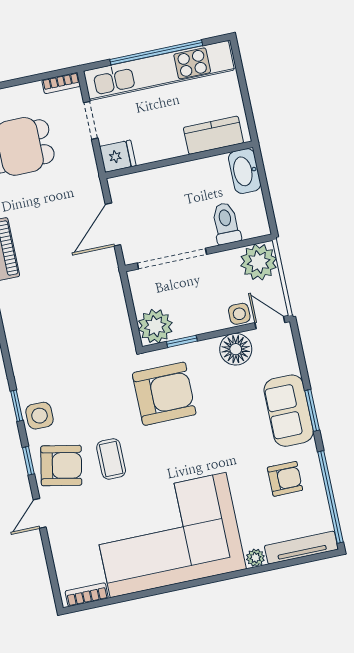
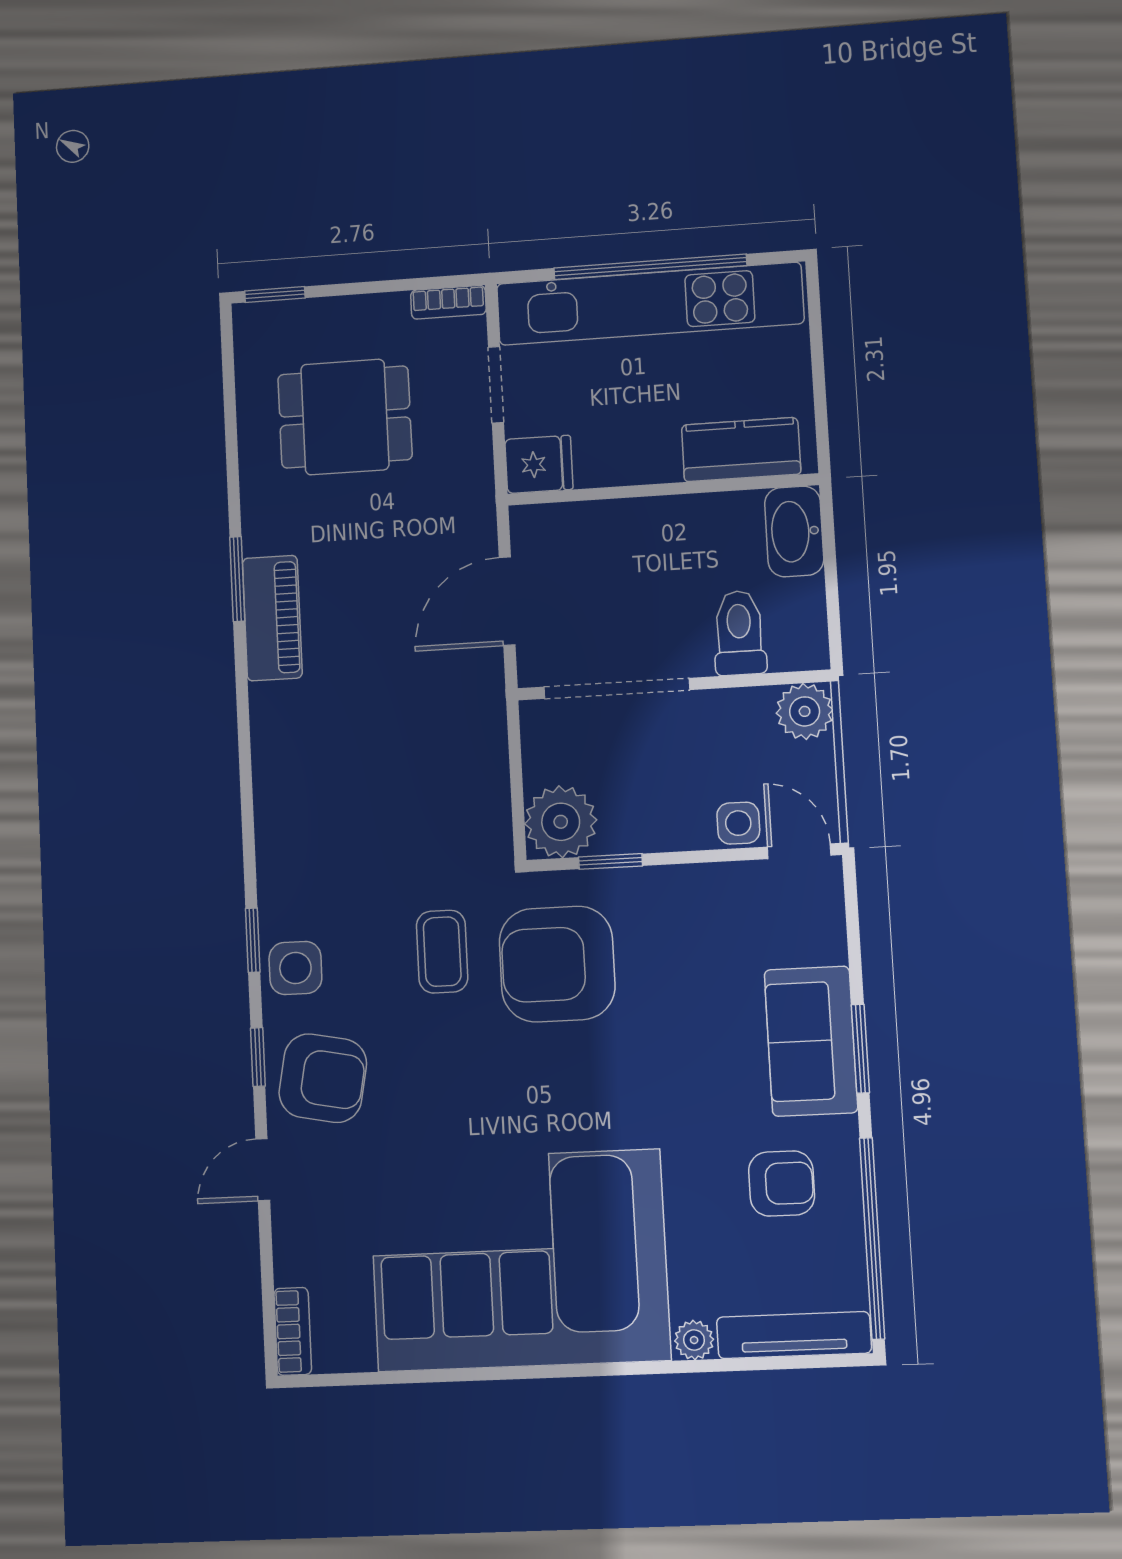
plant: (259, 262) -> (805, 711), width x0.73, depth x0.73
floor lamp: (236, 349) -> (720, 895), removed
armchair: (164, 394) -> (557, 964), turned 180
coffee table: (111, 459) -> (442, 952), moved
bookcase: (87, 595) -> (293, 1331), moved, turned 90

